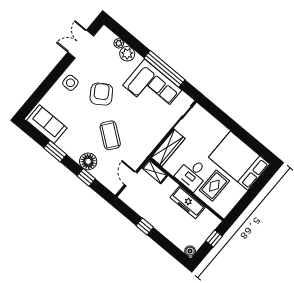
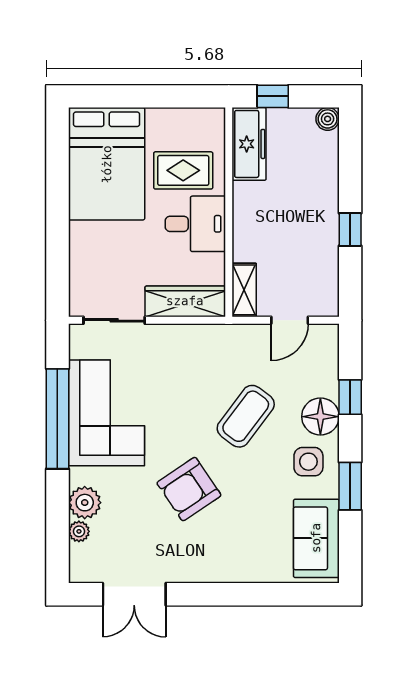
side table: (70, 83) -> (308, 462), moved
freezer: (188, 202) -> (249, 144), moved

